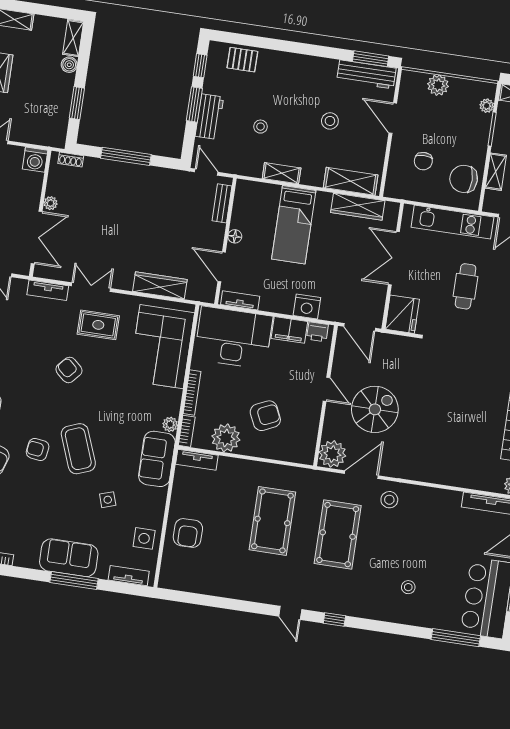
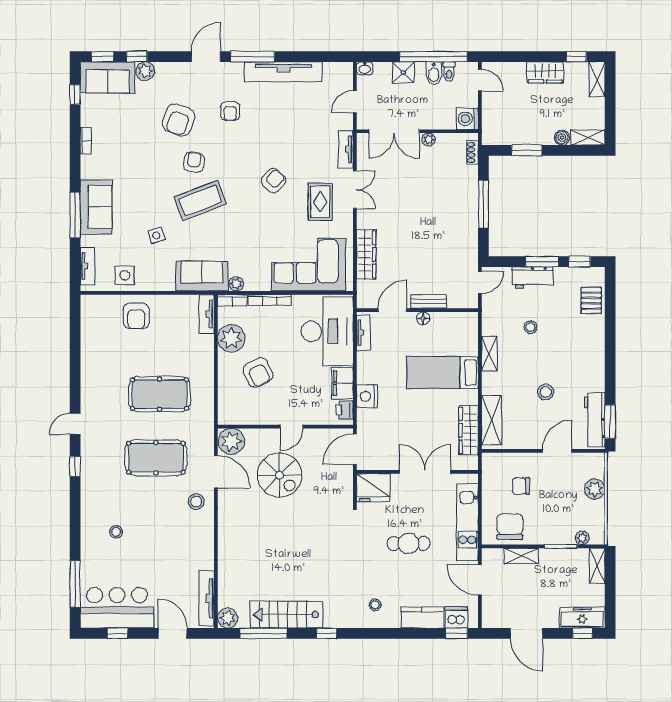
bench: (222, 203) -> (428, 302), moved
armchair: (188, 533) -> (136, 316), turned -90

